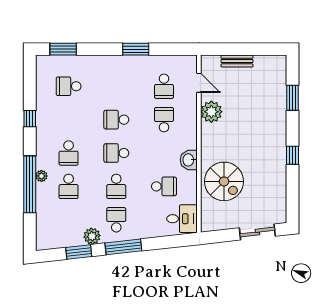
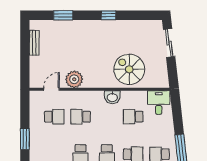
bench: (237, 61) -> (34, 43), moved
spiral stairs: (224, 181) -> (129, 69), turned -90
school desk: (164, 186) -> (133, 117), turned -90

